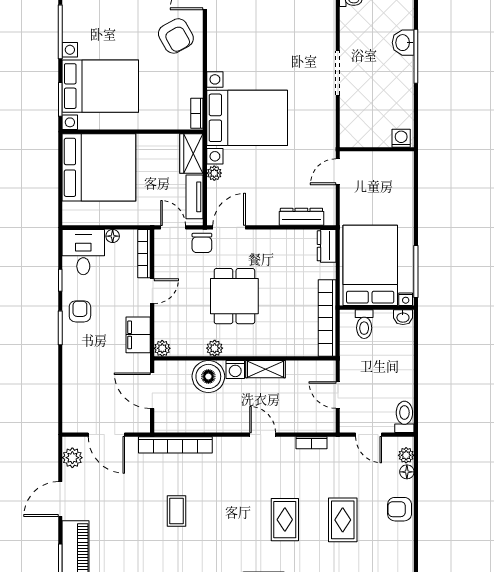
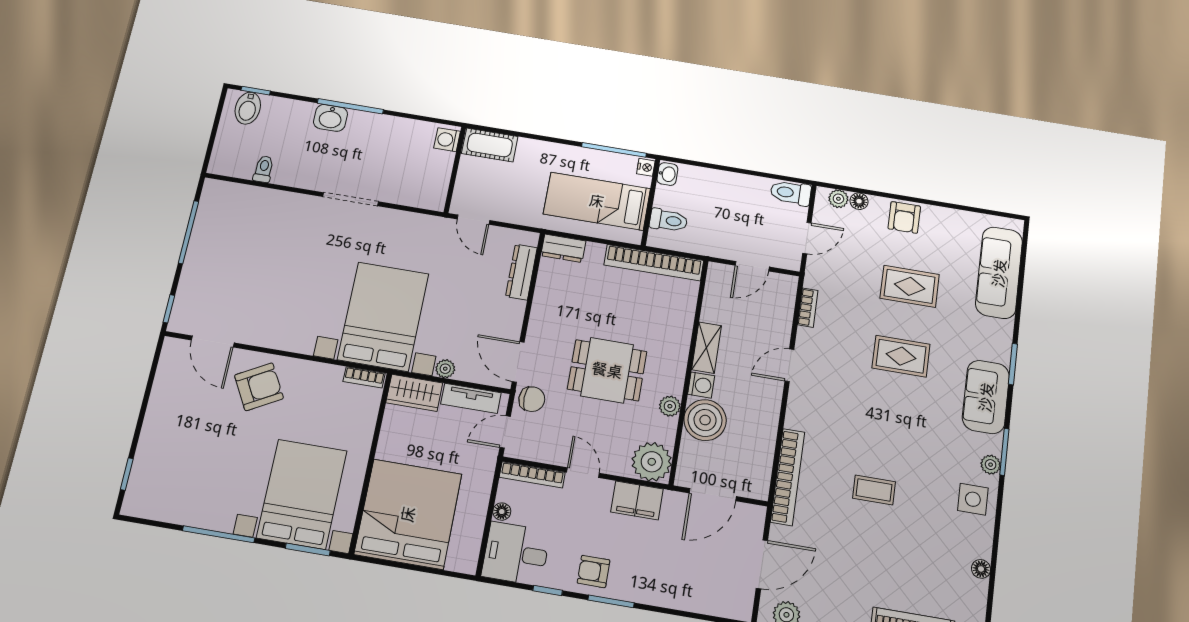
cot: (403, 173) -> (490, 145), added
bed: (370, 265) -> (597, 201), width x0.67
plant: (162, 348) -> (652, 462), width x1.87, depth x1.87

